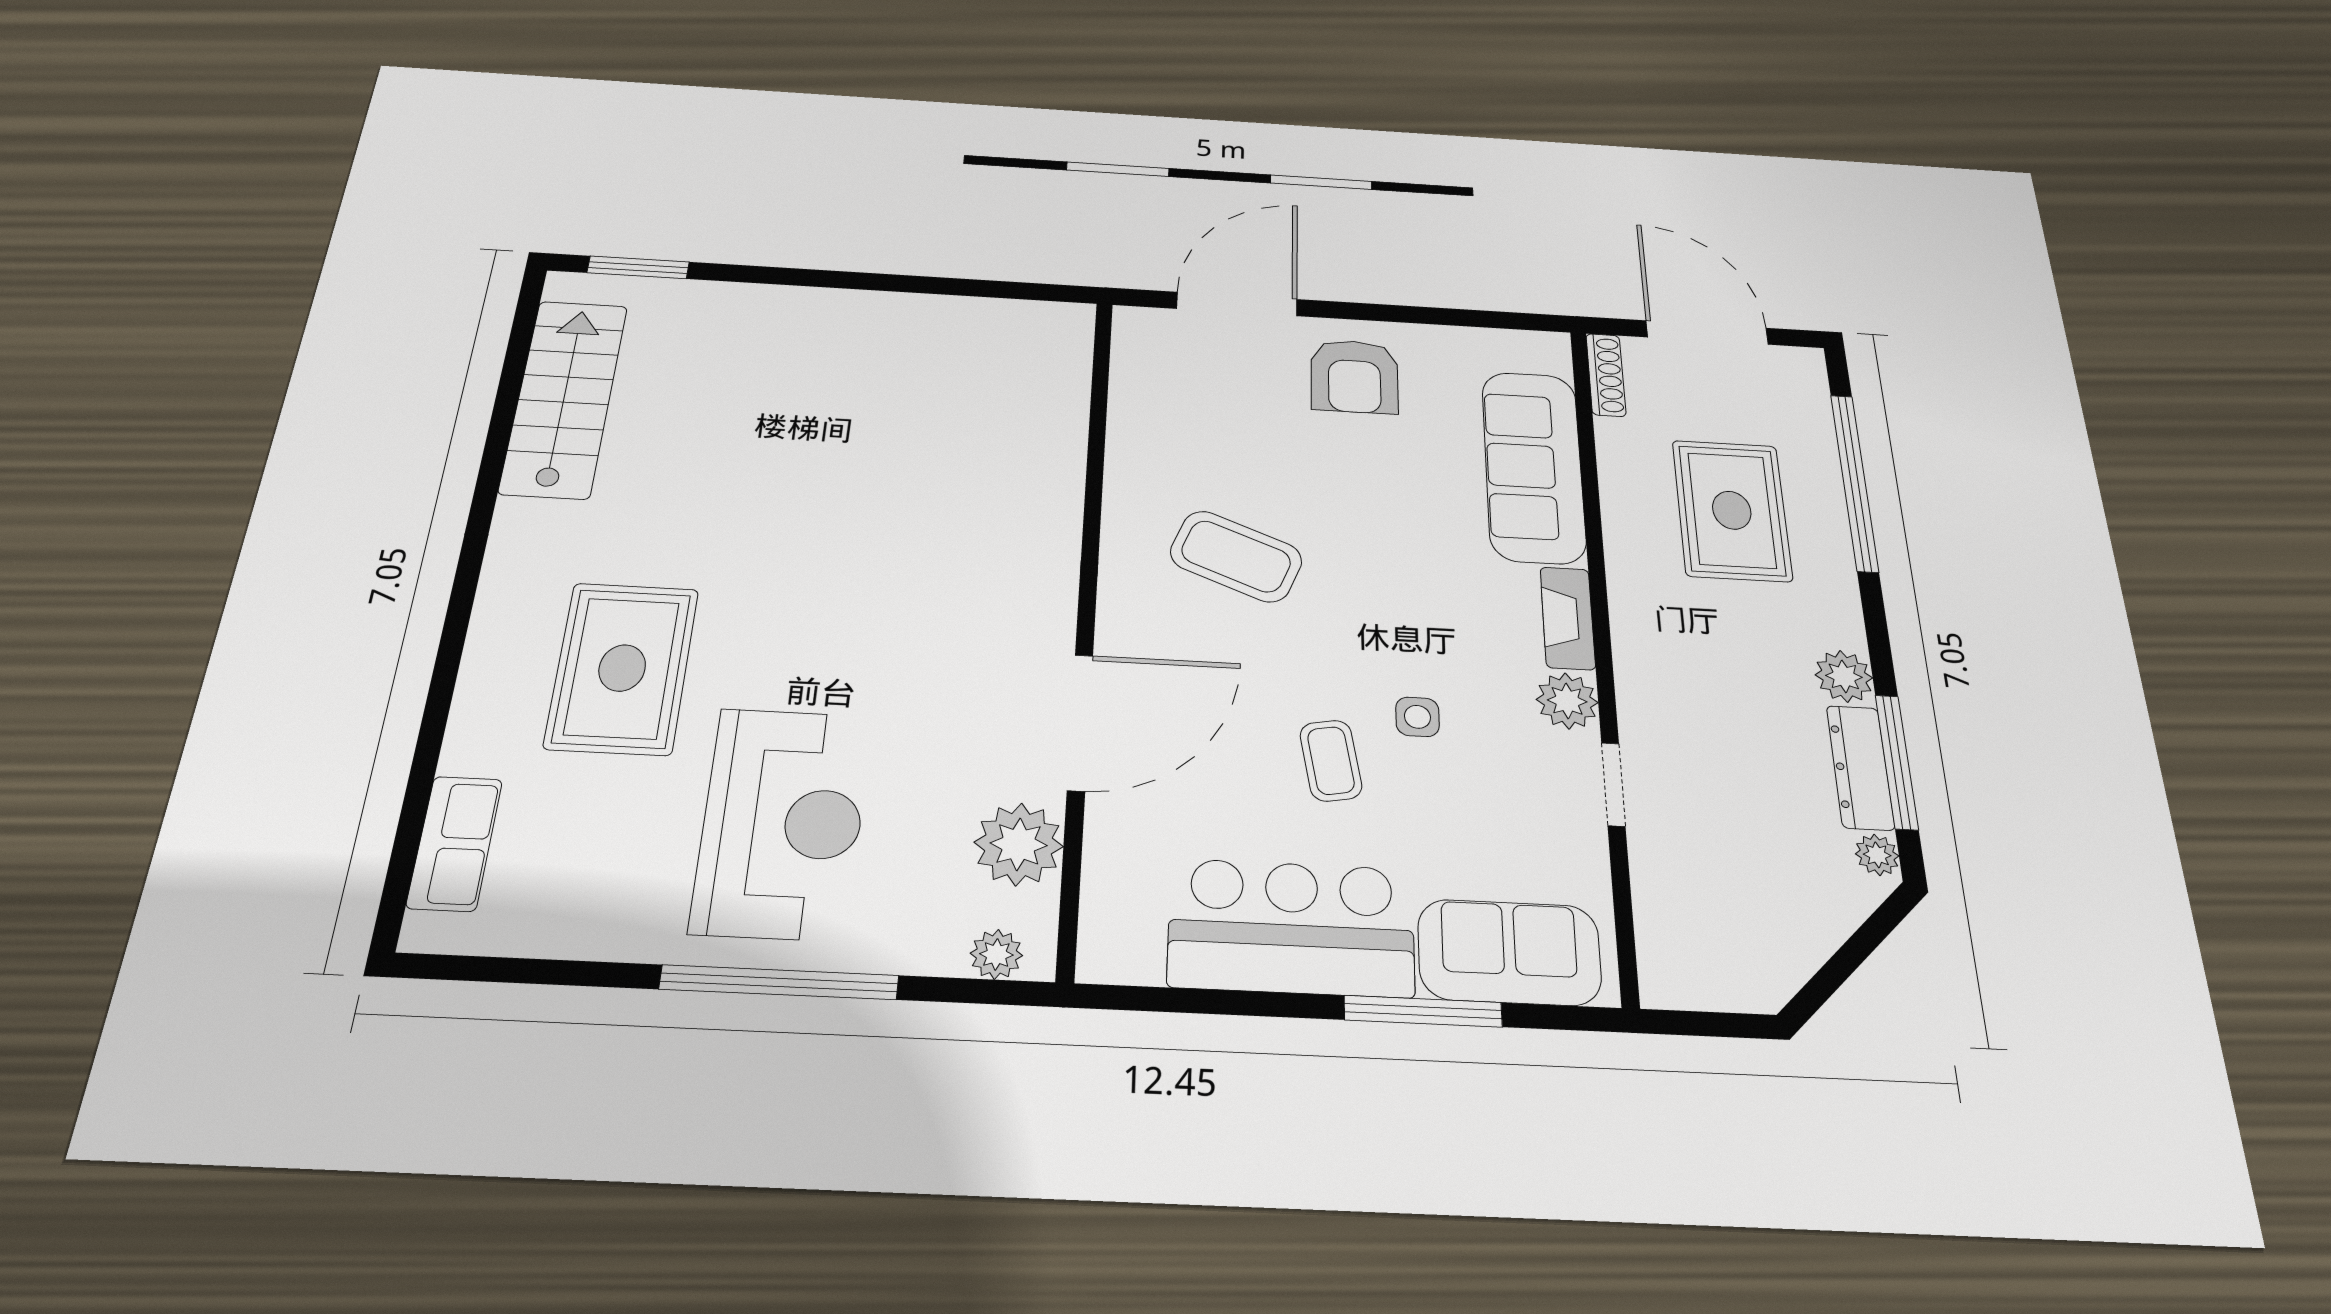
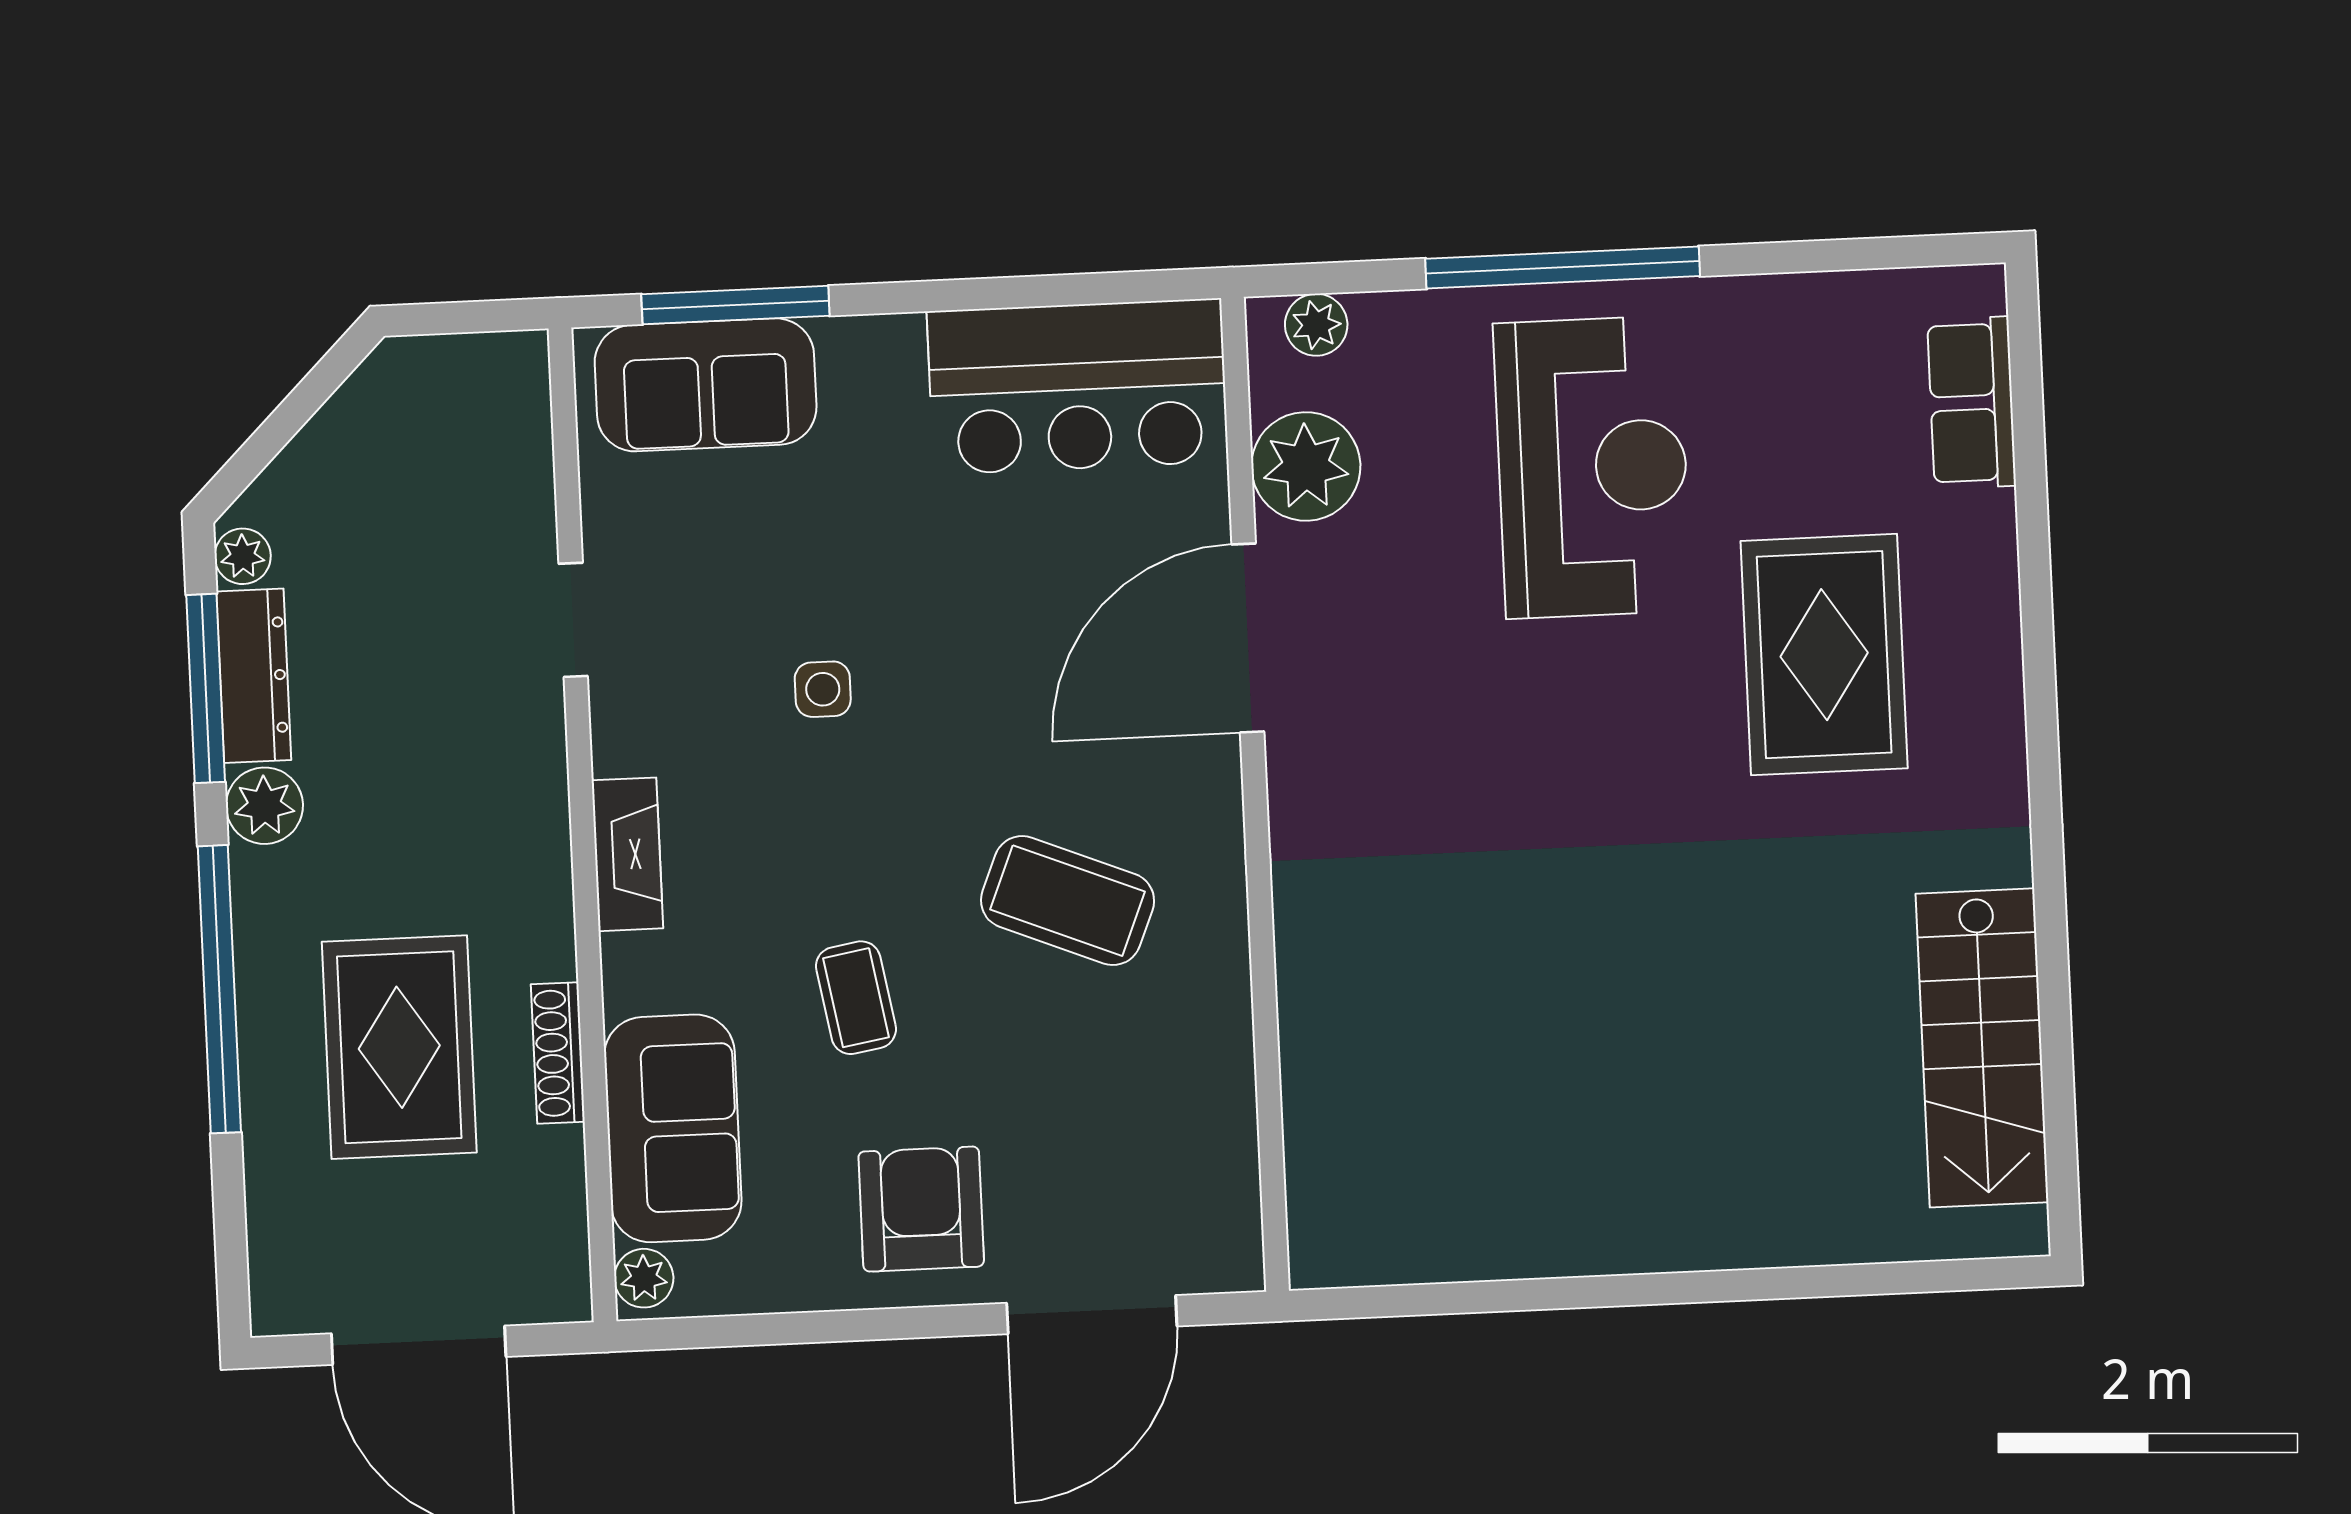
window: (638, 267) -> (1929, 1277), removed
shoe rack: (1606, 375) -> (558, 1053), moved
sofa: (1533, 466) -> (673, 1128), width x0.73
window: (1854, 482) -> (219, 989), moved
plant: (1567, 701) -> (644, 1278), moved, width x0.73, depth x0.73
coffee table: (1331, 761) -> (856, 998), moved
reception desk: (782, 822) -> (1592, 467), turned 180
bar counter: (1291, 927) -> (1078, 386), moved
window: (1423, 1011) -> (735, 305), moved

